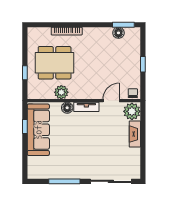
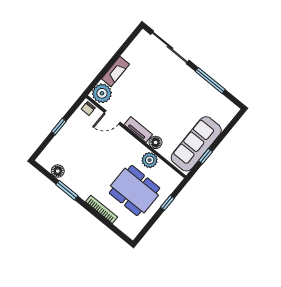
window: (123, 25) -> (67, 190), moved

